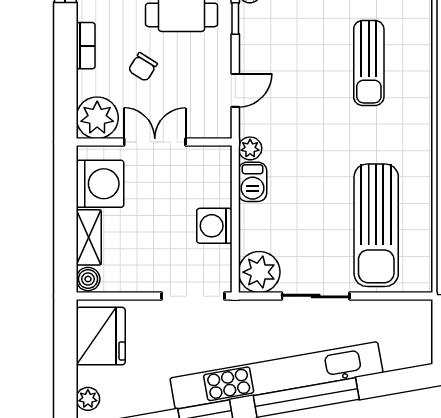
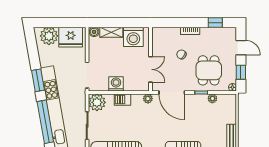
door: (235, 90) -> (172, 93), width x1.88
plant: (97, 118) -> (160, 36), removed
double door: (155, 142) -> (151, 69), moved
barbecue: (253, 182) -> (122, 100), moved
plant: (88, 399) -> (49, 36), width x1.88, depth x1.88

